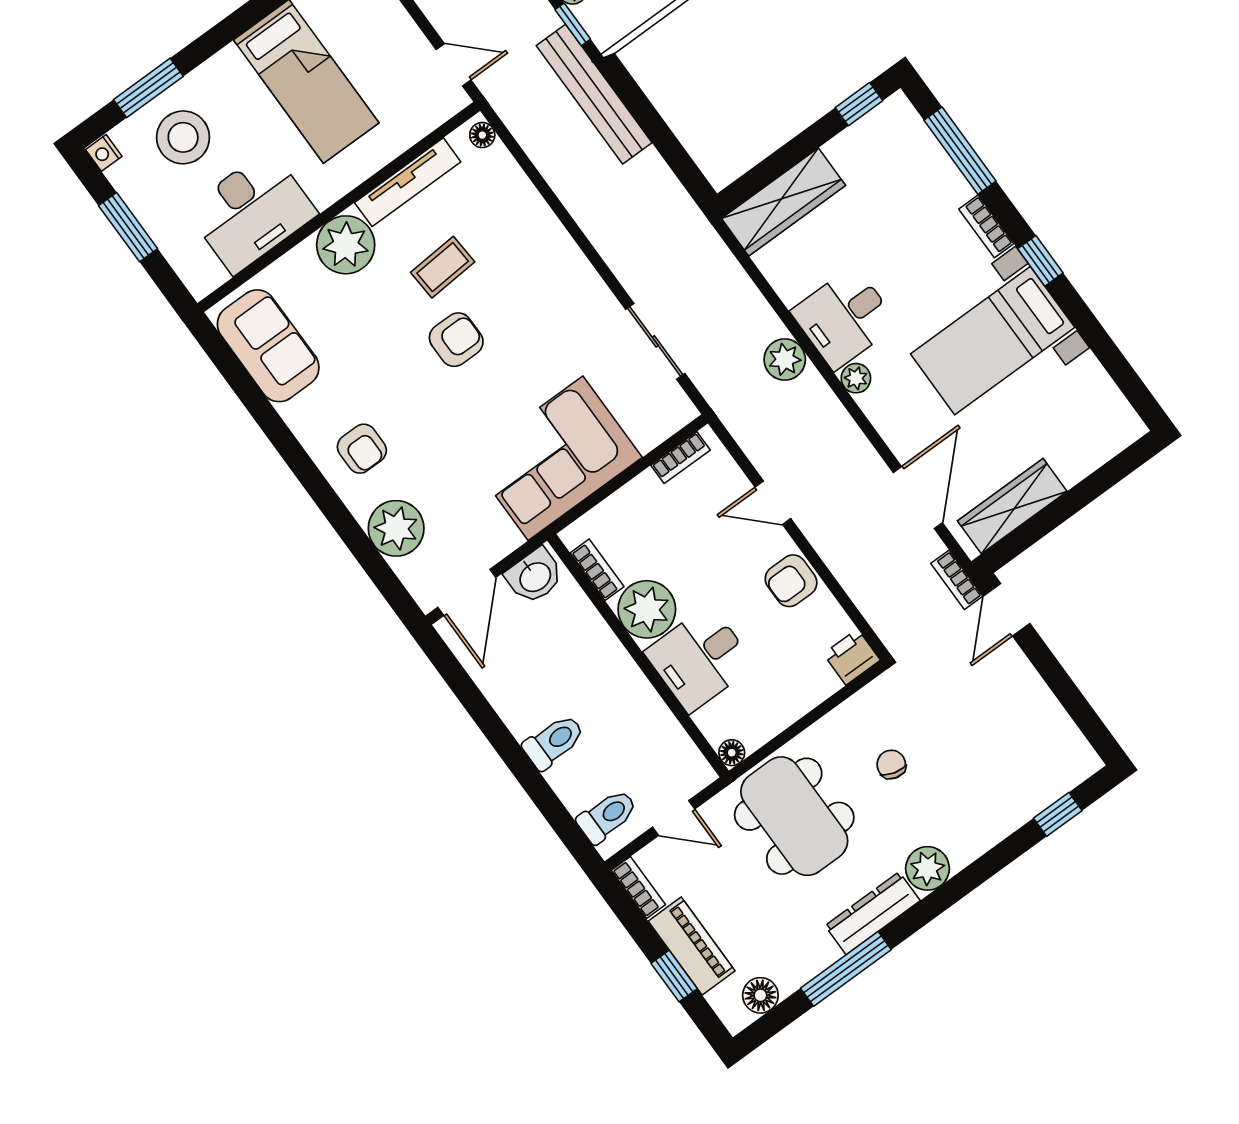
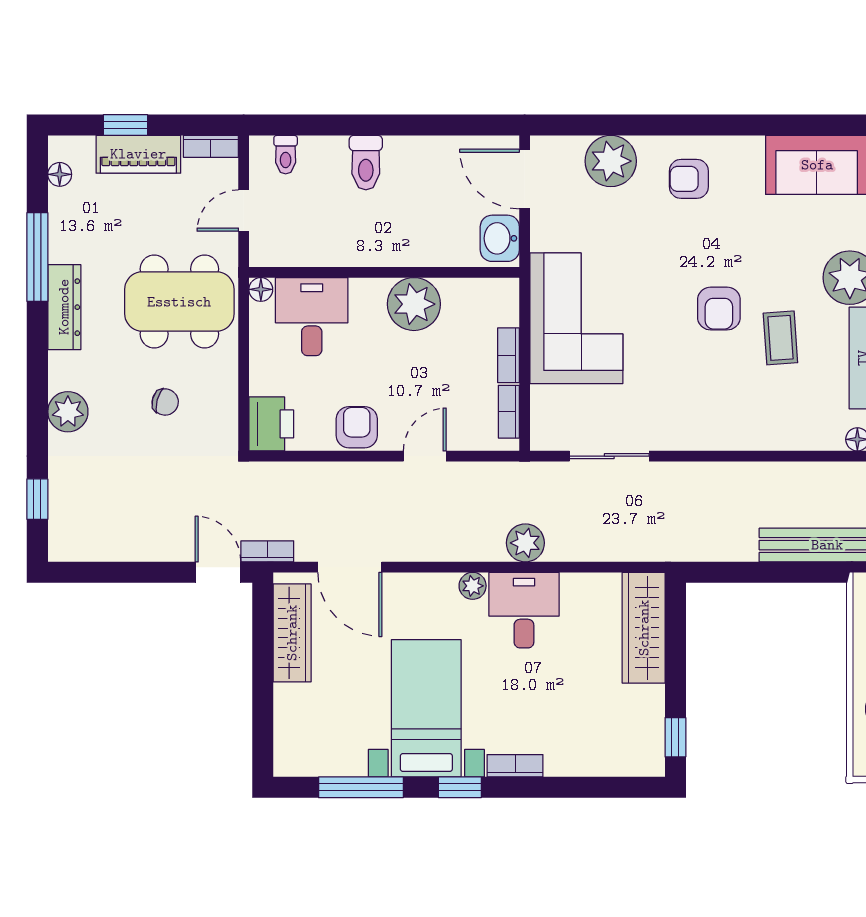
window: (960, 151) -> (361, 787), moved
bookcase: (597, 570) -> (508, 355), moved, turned 90
printer: (852, 657) -> (271, 424), width x1.36, depth x1.24
desk: (700, 659) -> (312, 317), moved
toilet: (607, 816) -> (286, 155), width x0.73, depth x0.72
plant: (927, 868) -> (68, 412), moved
floor lamp: (760, 995) -> (60, 174), width x0.73, depth x0.73

